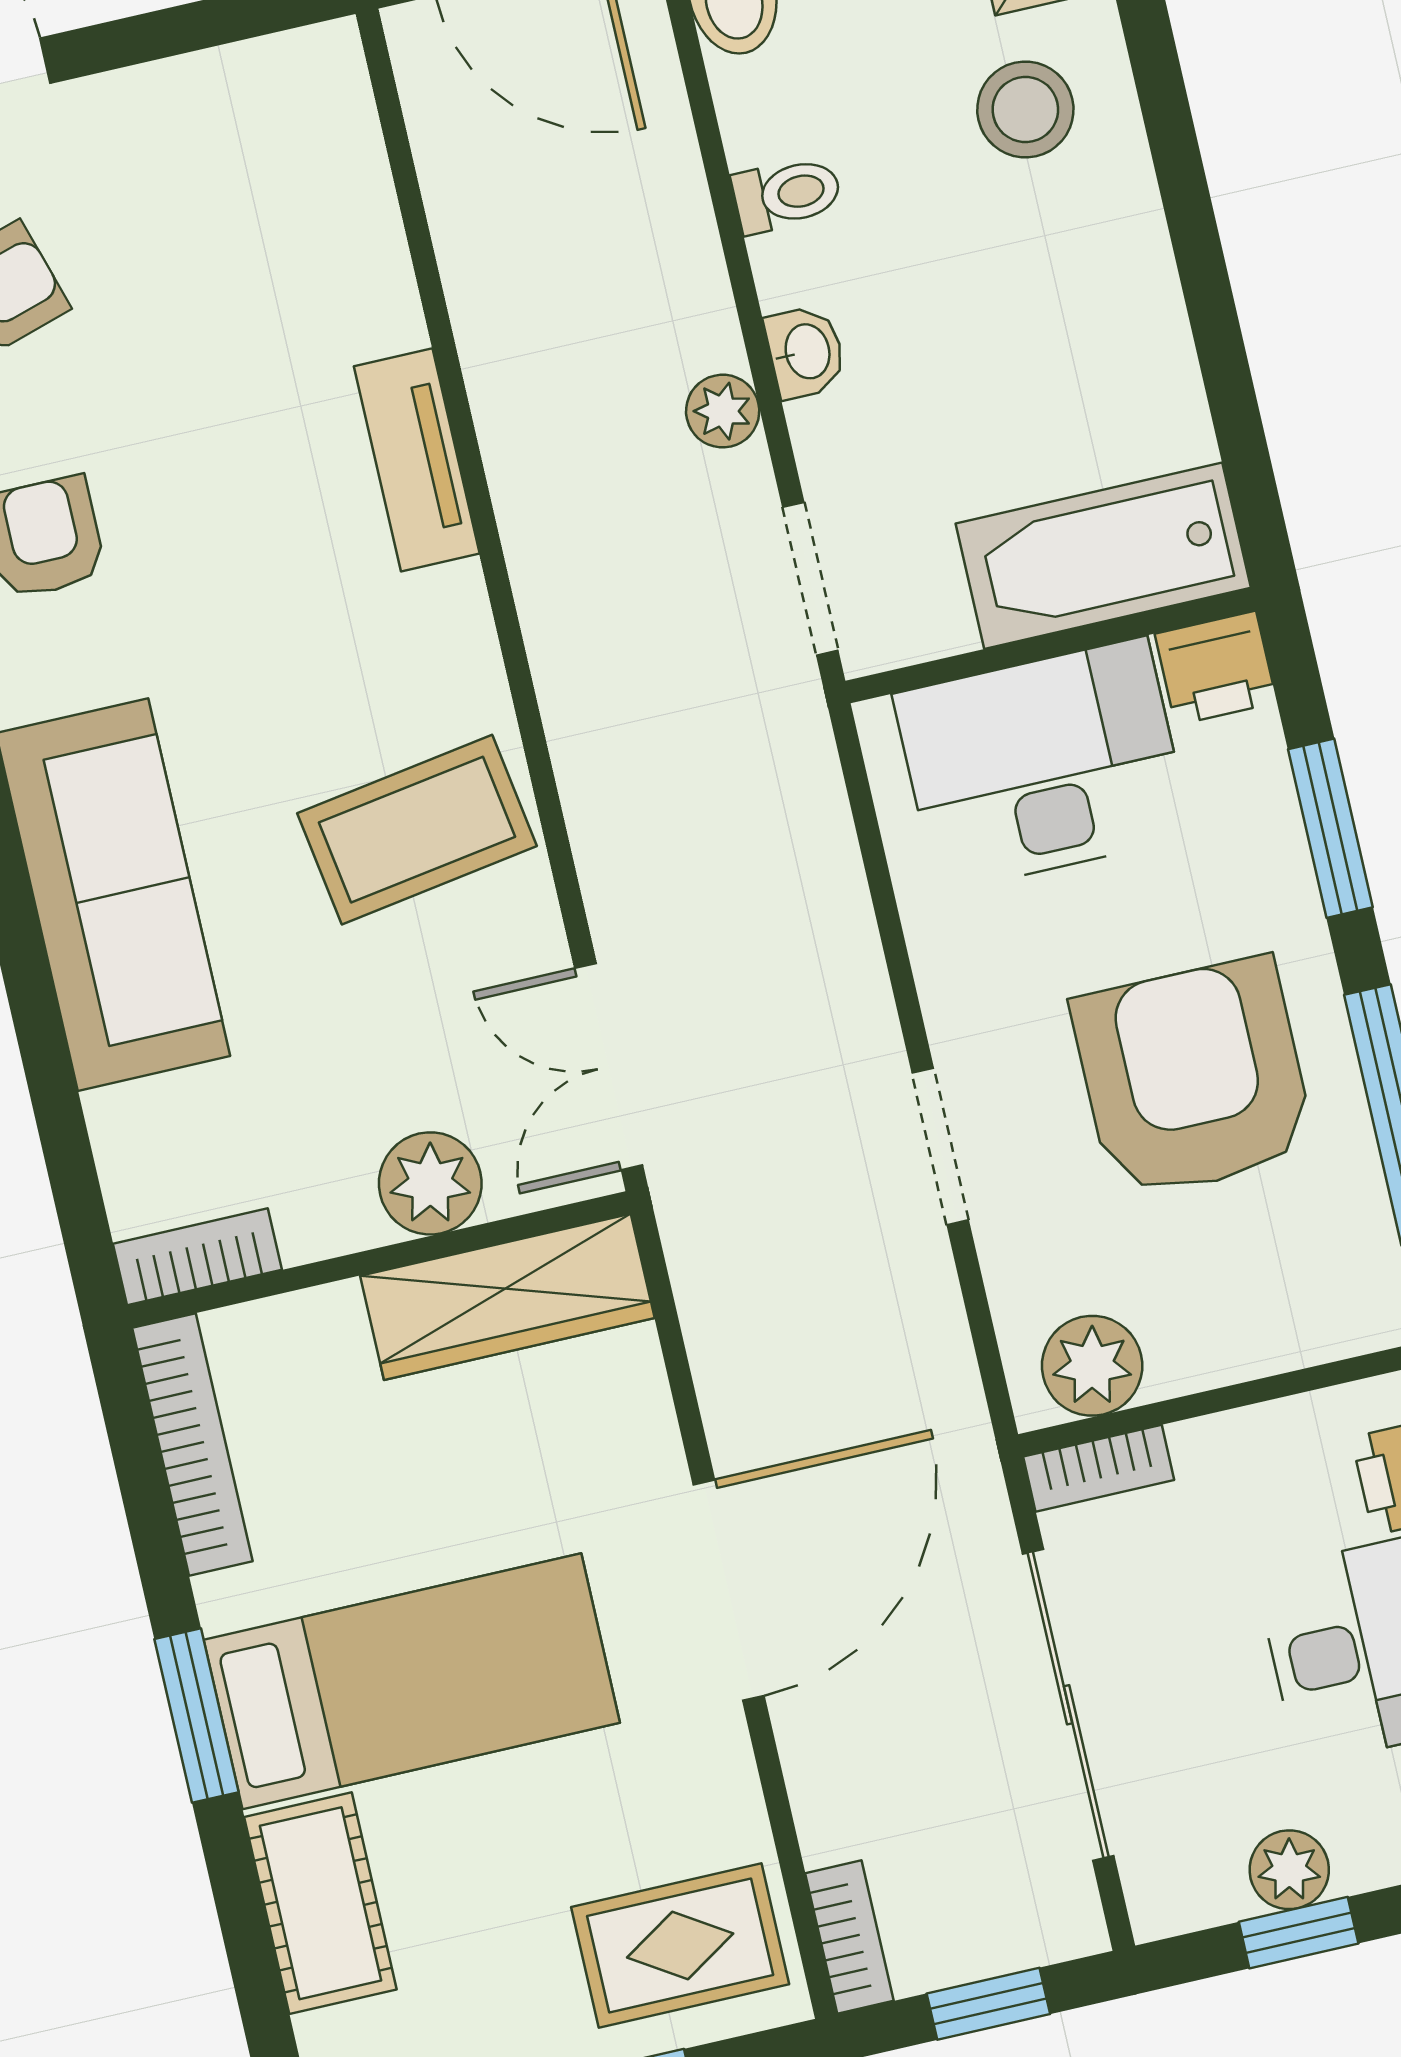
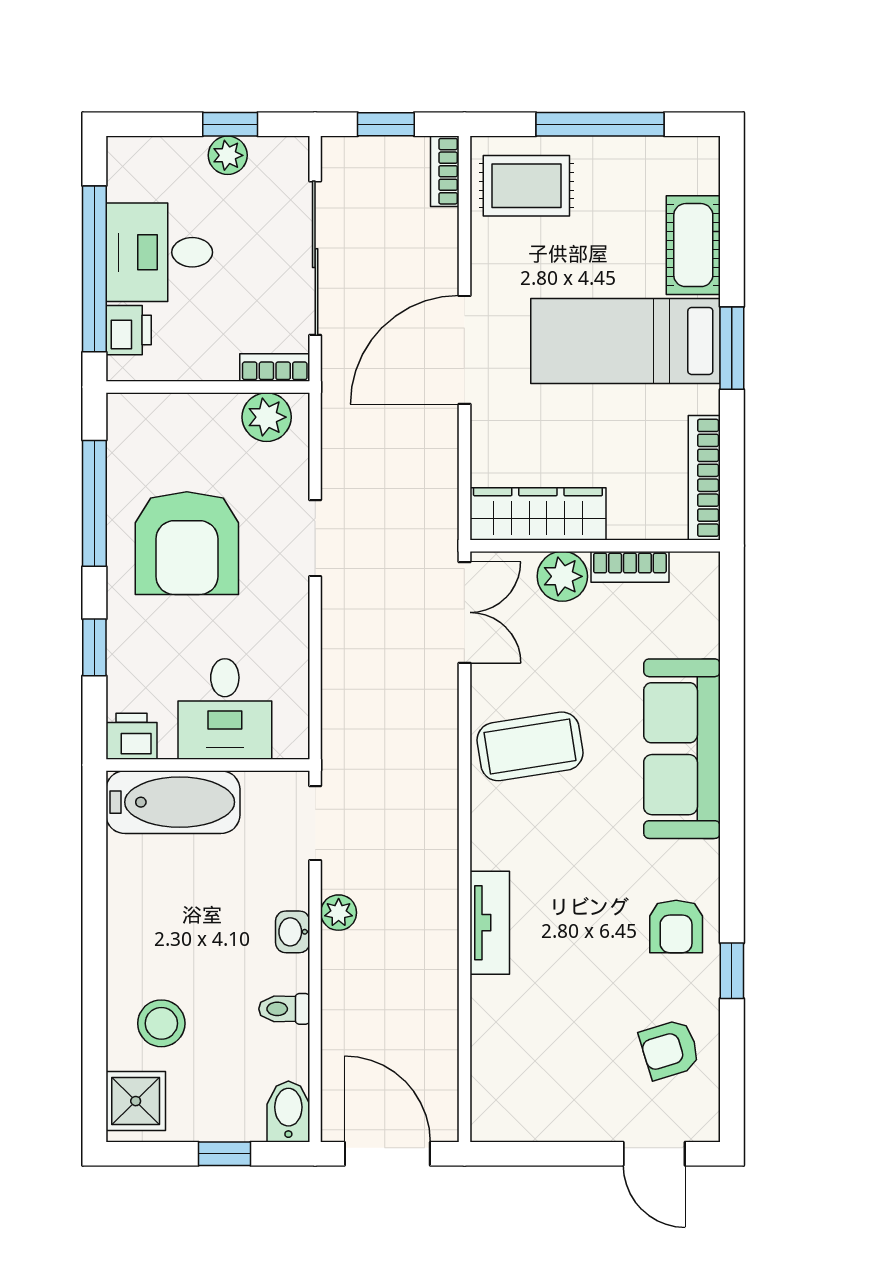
desk: (1042, 765) -> (225, 709), width x0.73
window: (1330, 828) -> (94, 647), width x0.67
bookcase: (197, 1257) -> (630, 567), moved

